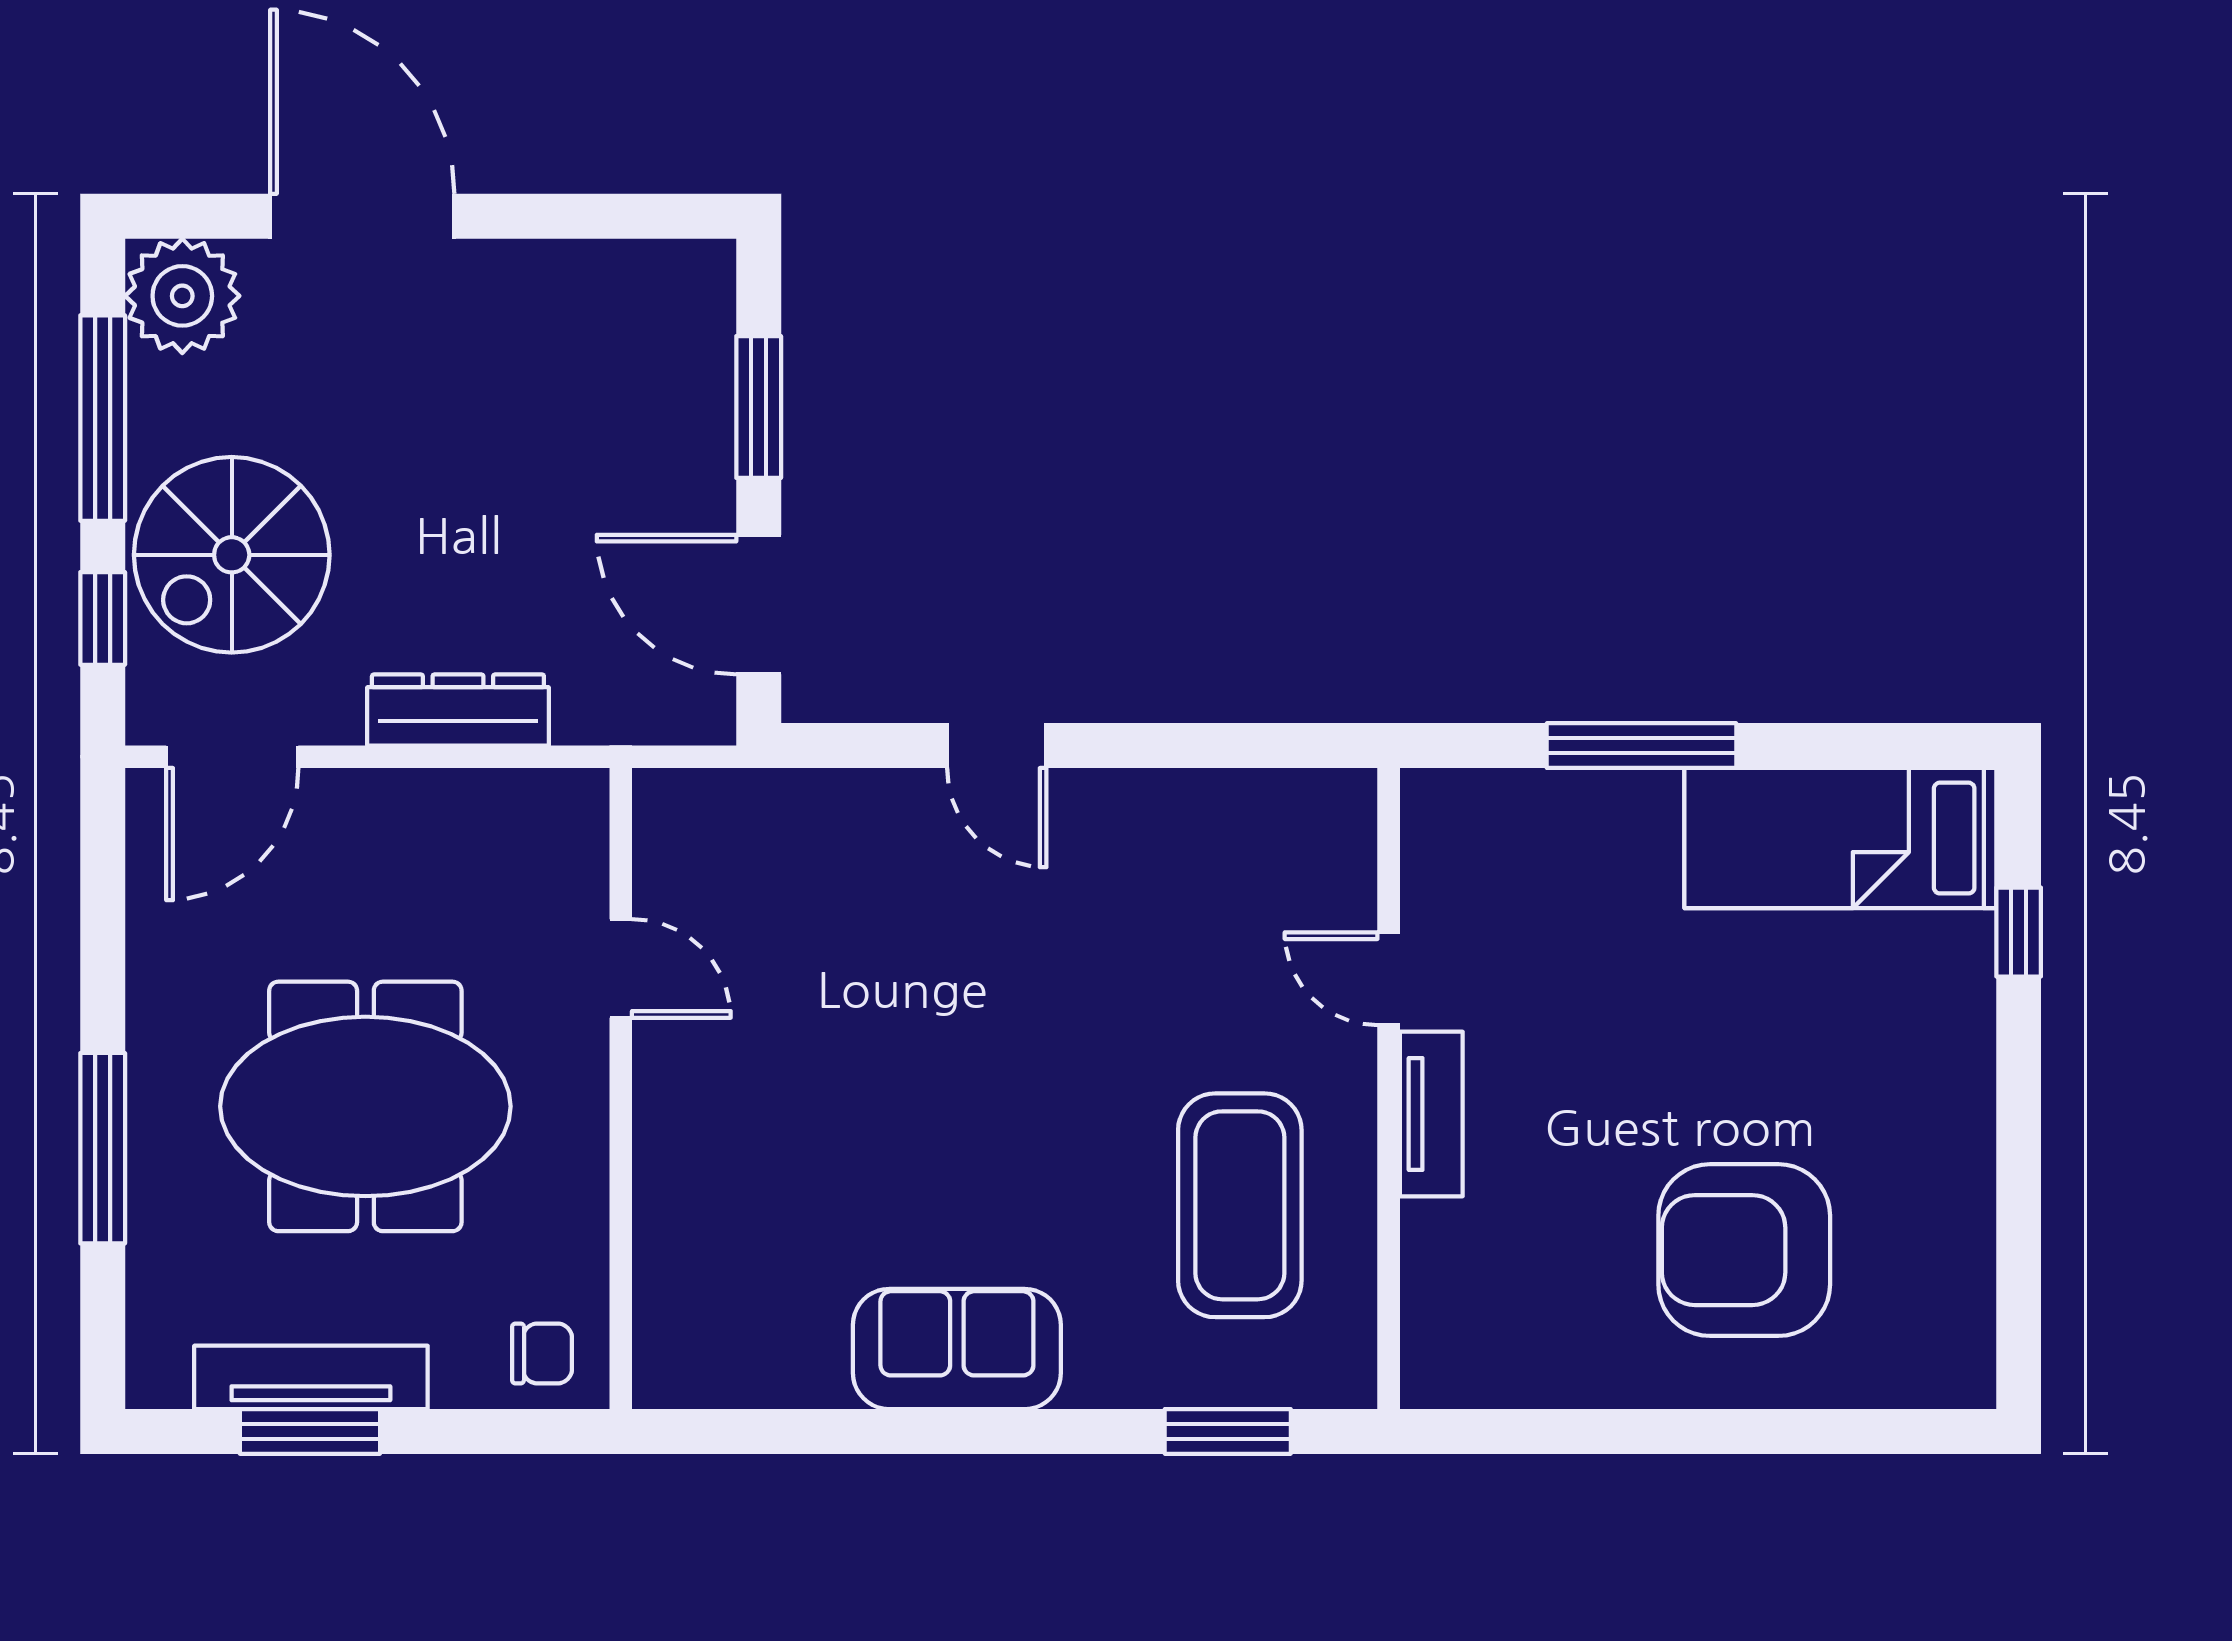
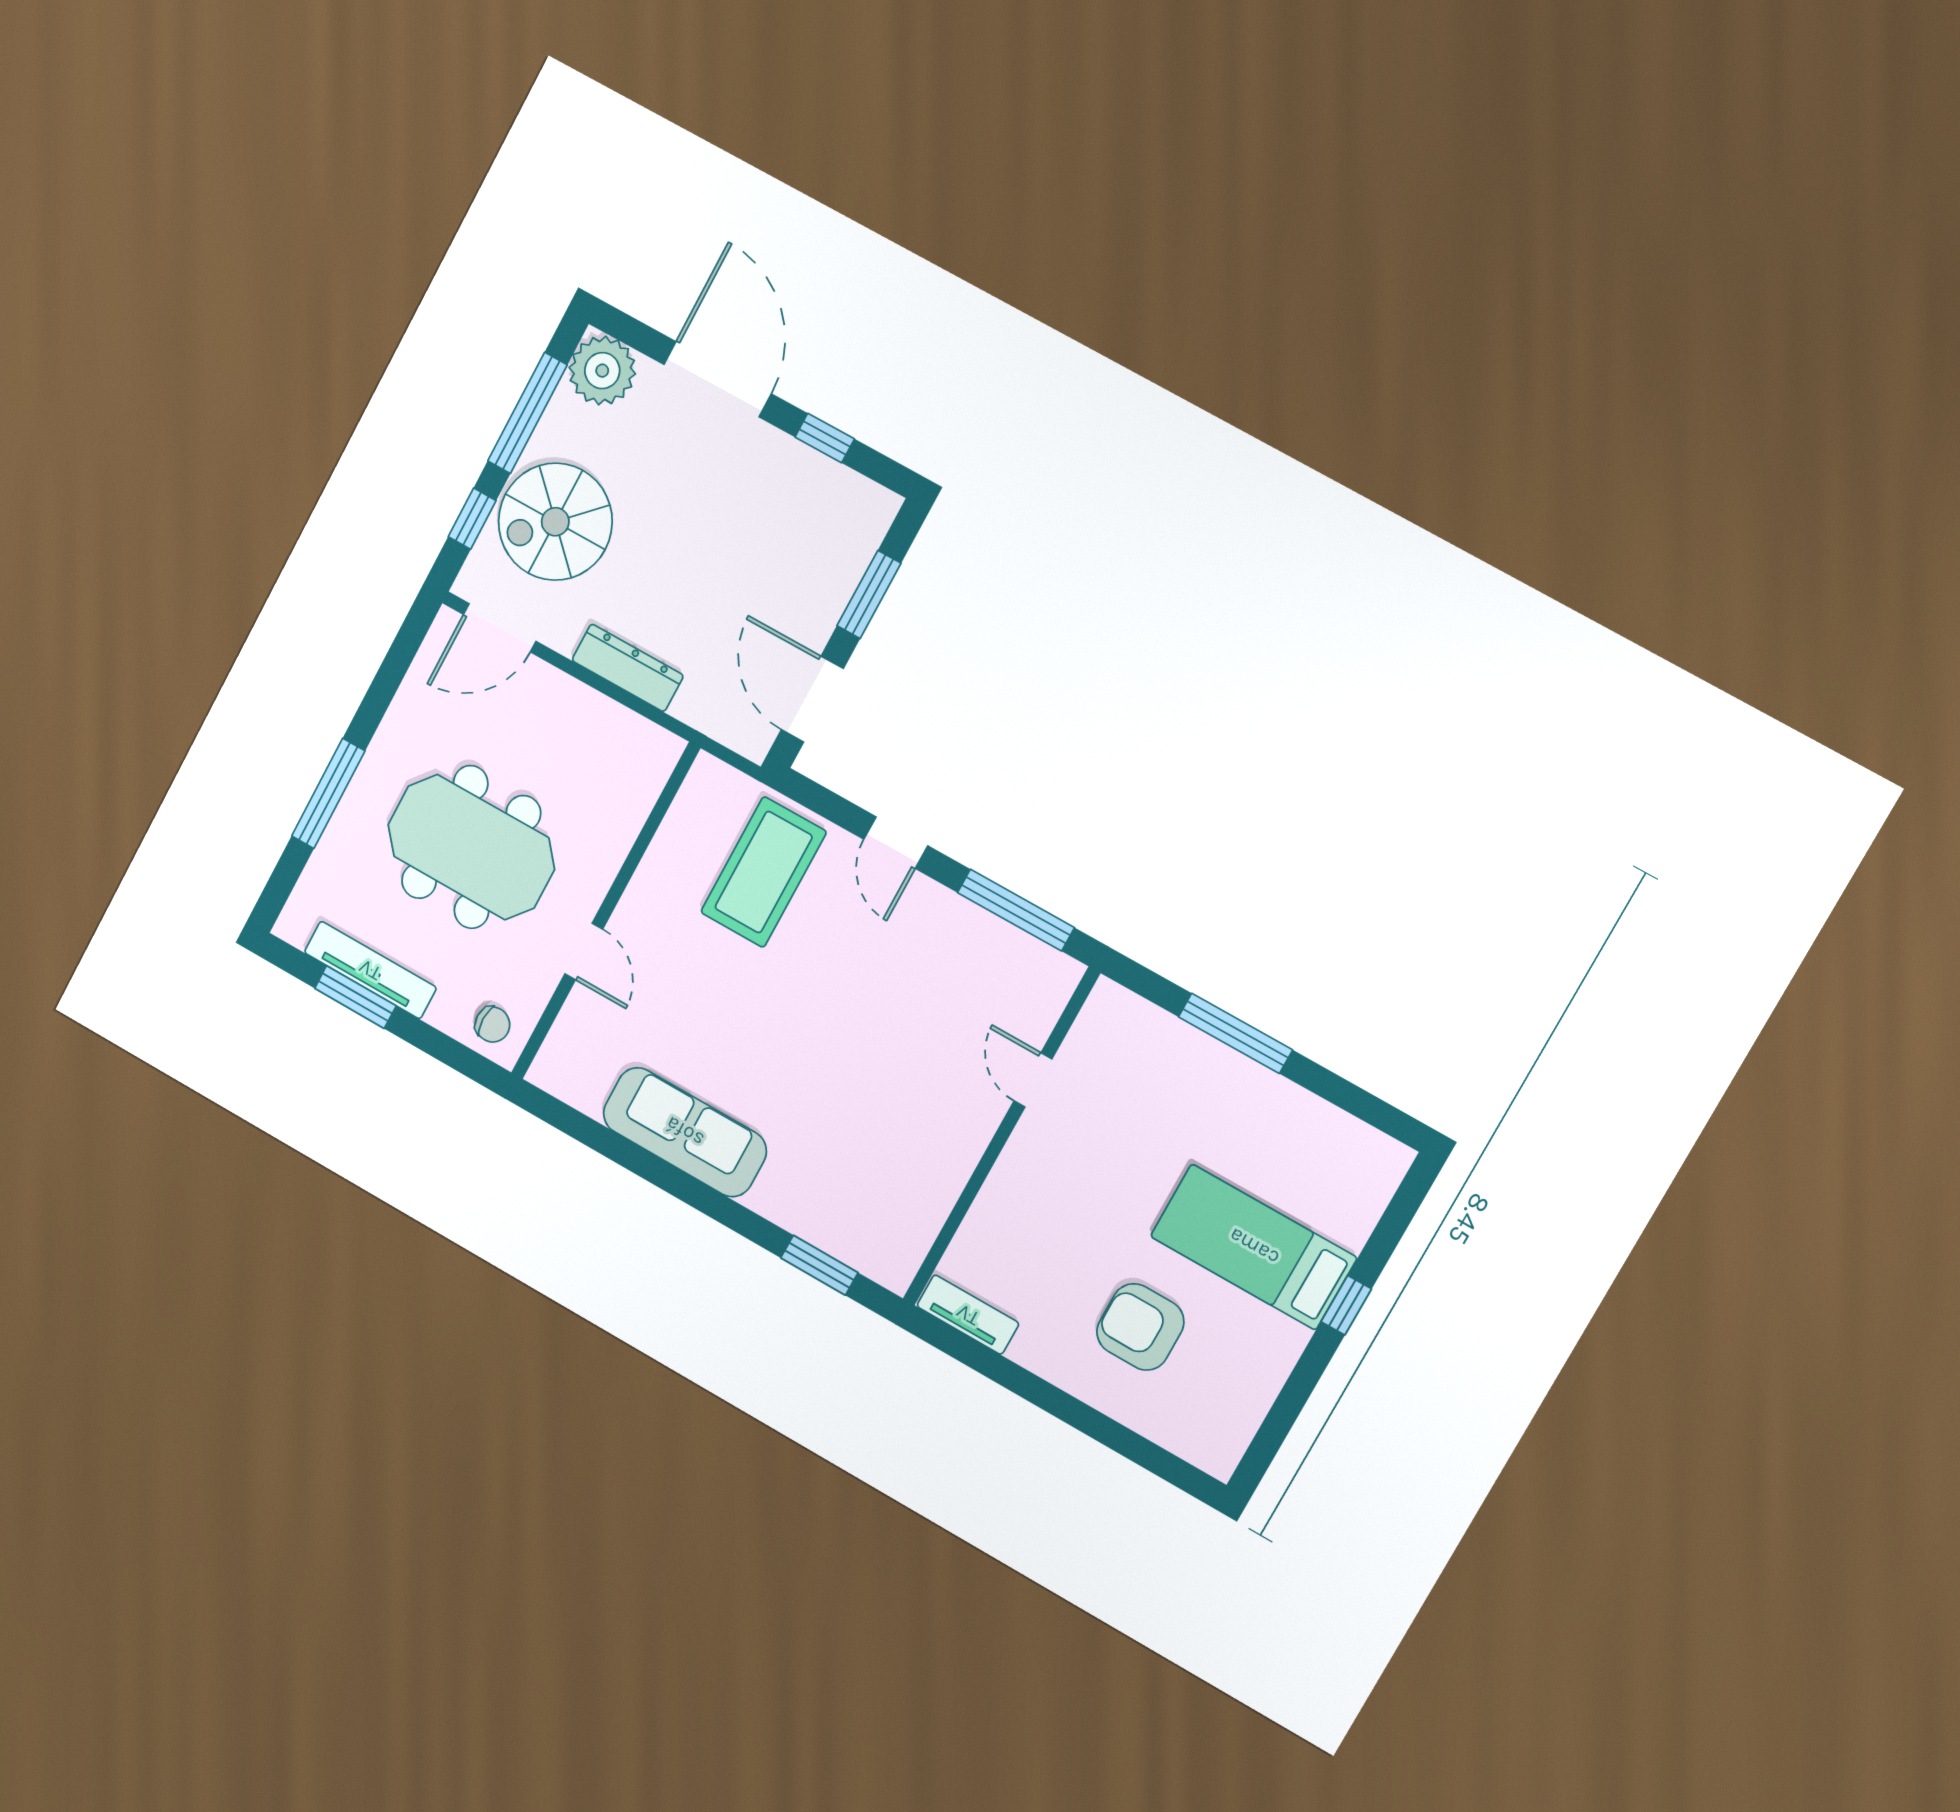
window: (569, 216) -> (825, 438), added
window: (1227, 746) -> (1016, 910), added
bed: (1840, 838) -> (1254, 1247), moved
window: (2019, 932) -> (1346, 1305), moved
door: (621, 968) -> (584, 951), moved
tv unit: (1431, 1114) -> (968, 1315), moved, turned -90
coffee table: (1240, 1205) -> (764, 872), moved
armchair: (1744, 1250) -> (1140, 1327), width x0.73, depth x0.73
sofa: (957, 1349) -> (685, 1132), width x1.36

